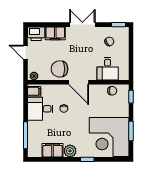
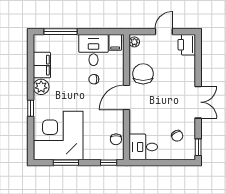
filing cabinet: (55, 33) -> (187, 68), removed
desk: (108, 69) -> (143, 147), moved

